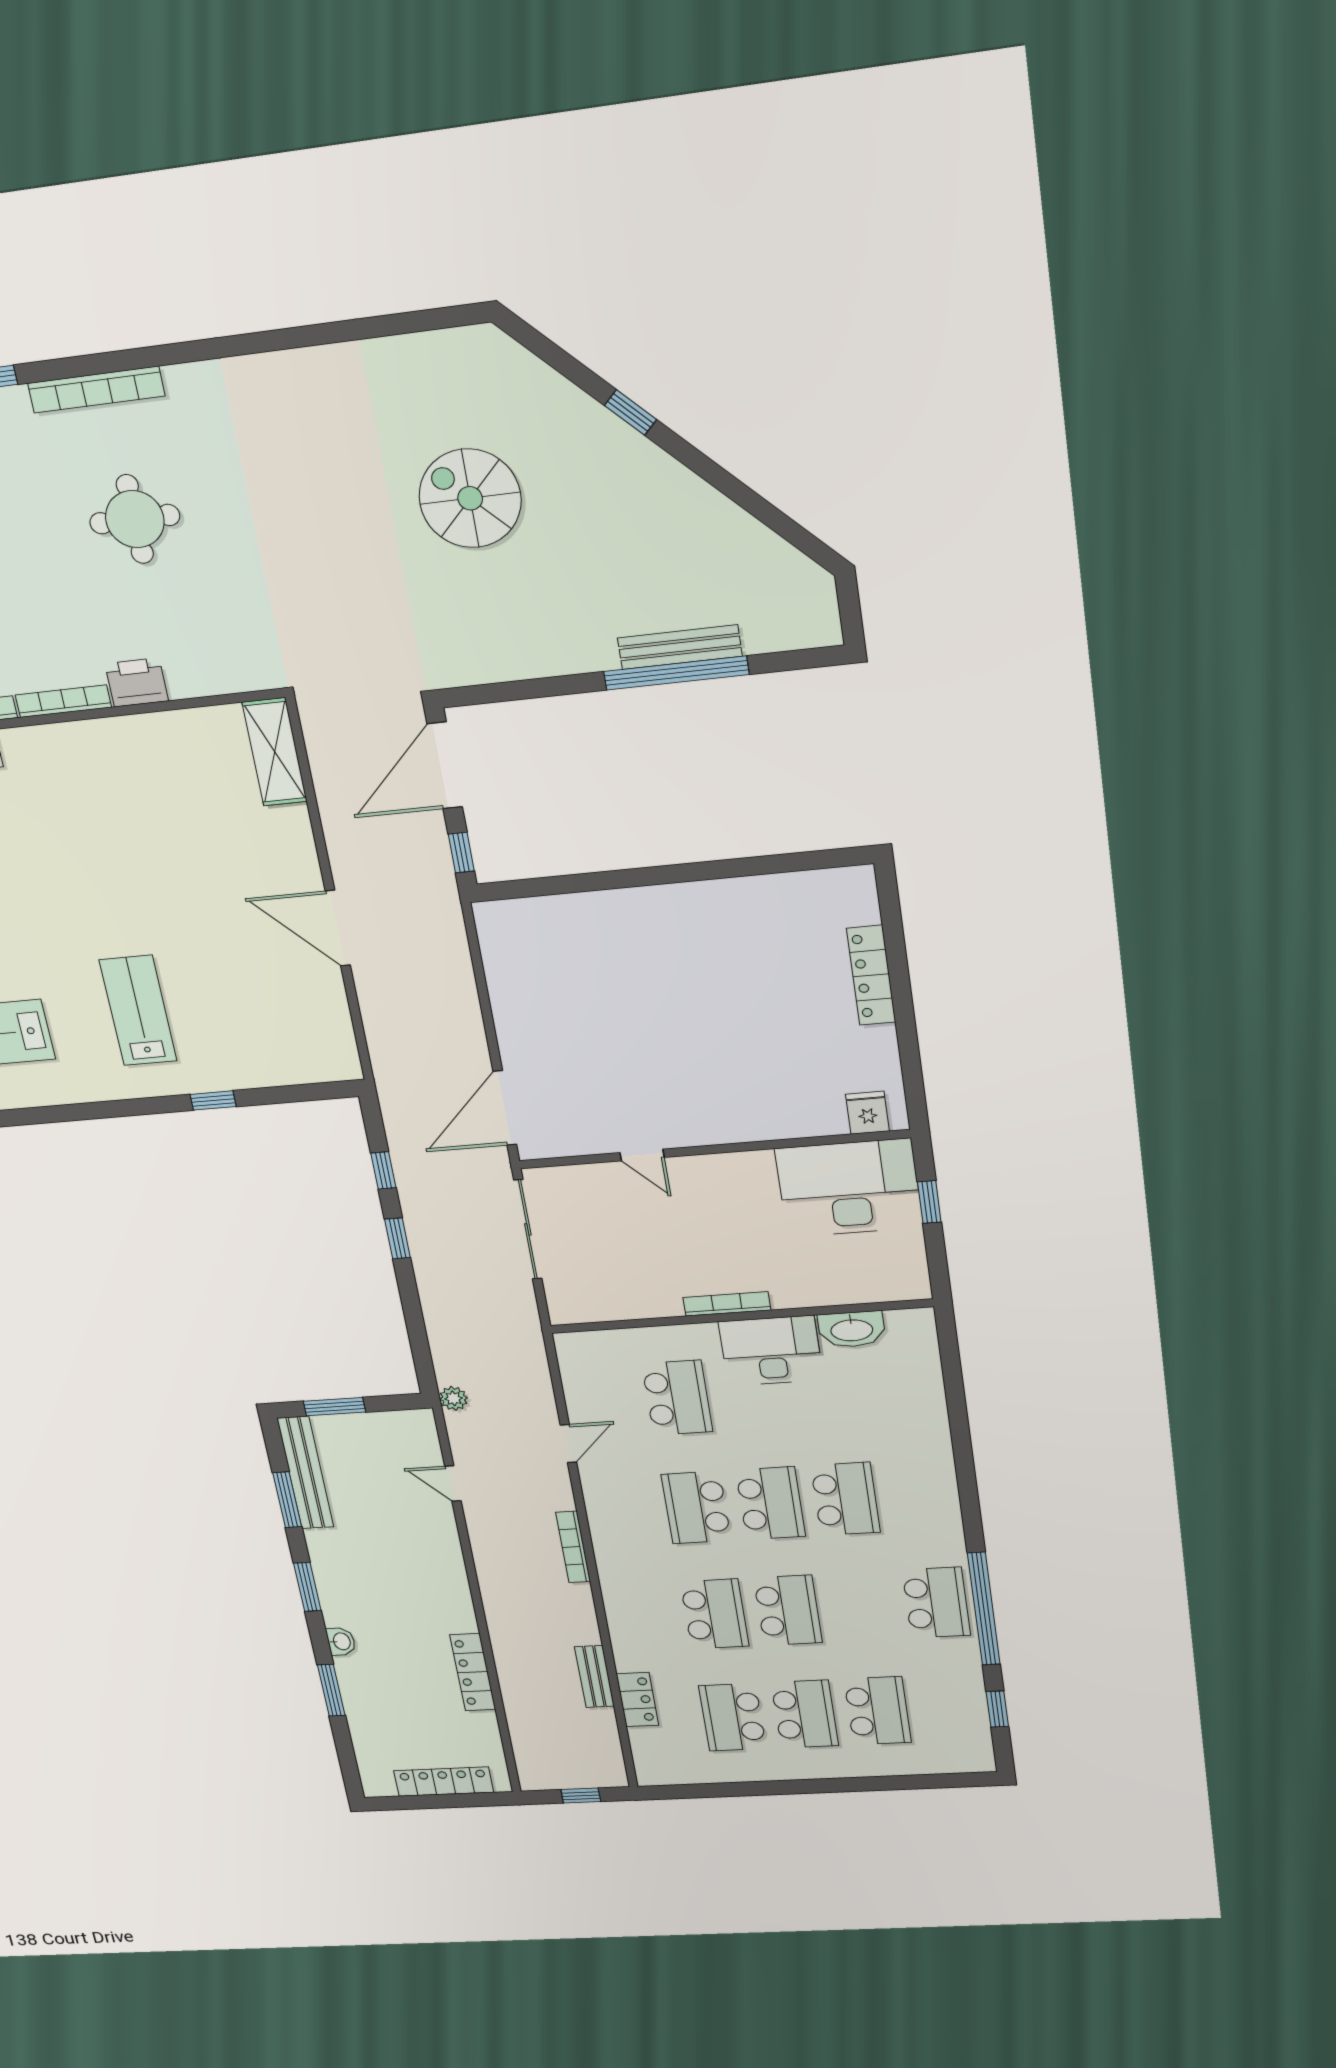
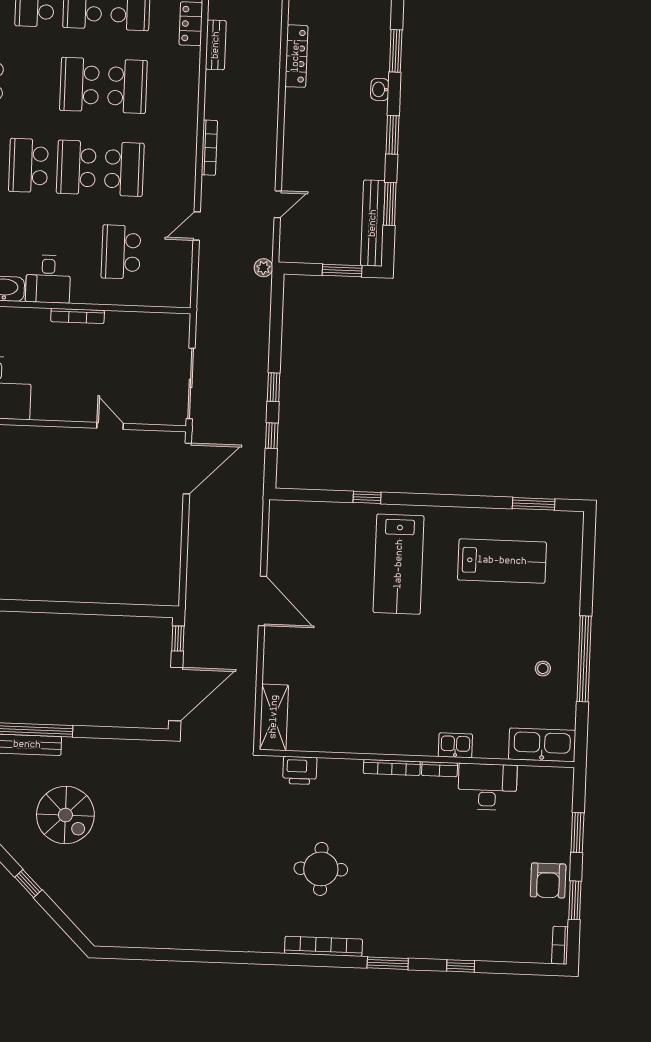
spiral stairs: (470, 498) -> (65, 815), moved
printer: (137, 682) -> (300, 770), moved
lab bench: (138, 1011) -> (399, 564), width x1.36, depth x1.39
desk: (771, 1351) -> (48, 279), width x0.73
door: (453, 1484) -> (278, 204), hinge flipped
school desk: (715, 1614) -> (127, 86), turned 180

